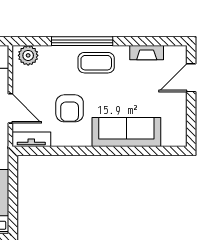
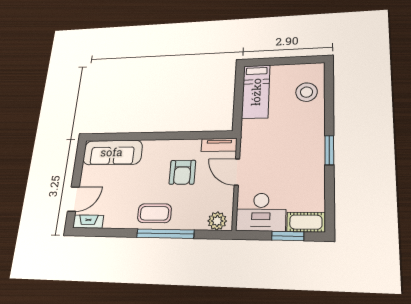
fireplace: (147, 53) -> (88, 222), moved
armchair: (70, 108) -> (182, 172), turned 180
sofa: (126, 132) -> (112, 152), moved

